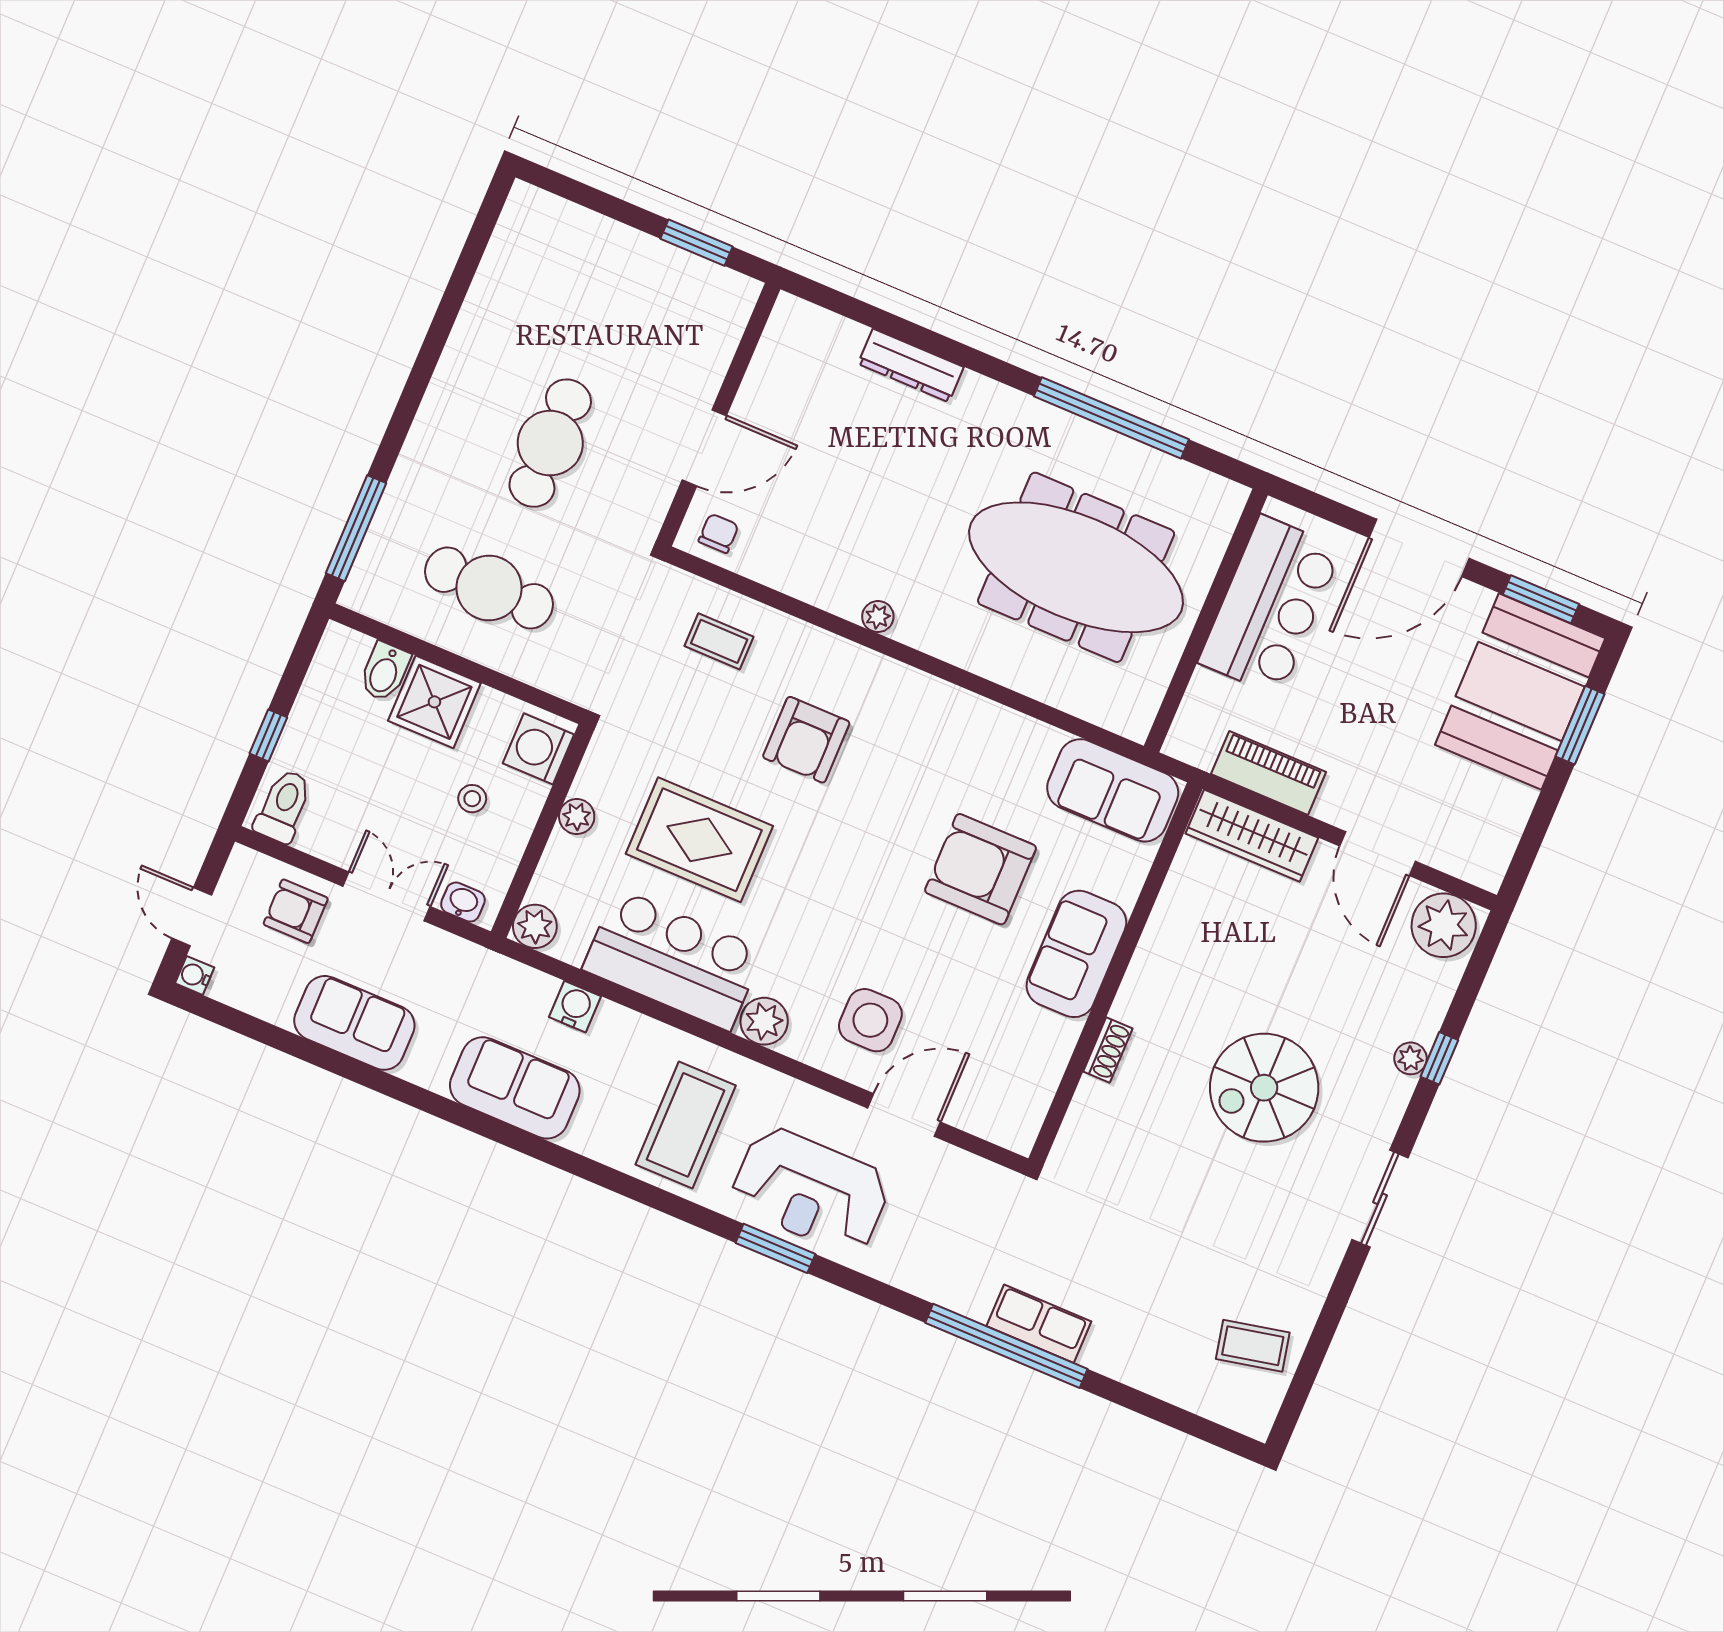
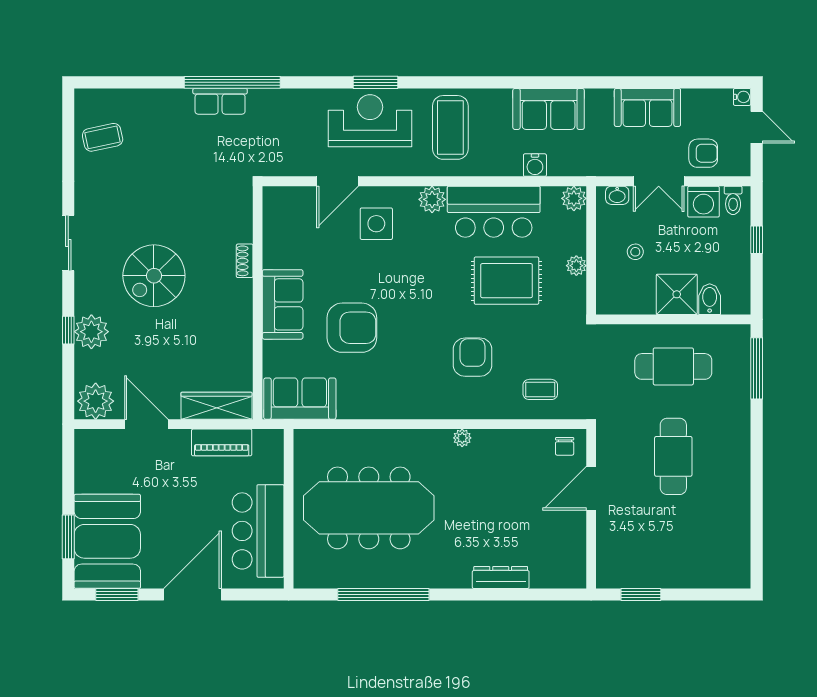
washing machine: (538, 749) -> (703, 202), moved, turned 90
toilet: (283, 806) -> (733, 200), width x0.73, depth x0.72
plant: (1410, 1058) -> (91, 332), width x1.88, depth x1.88
spiral stairs: (1264, 1088) -> (154, 276), turned 180

